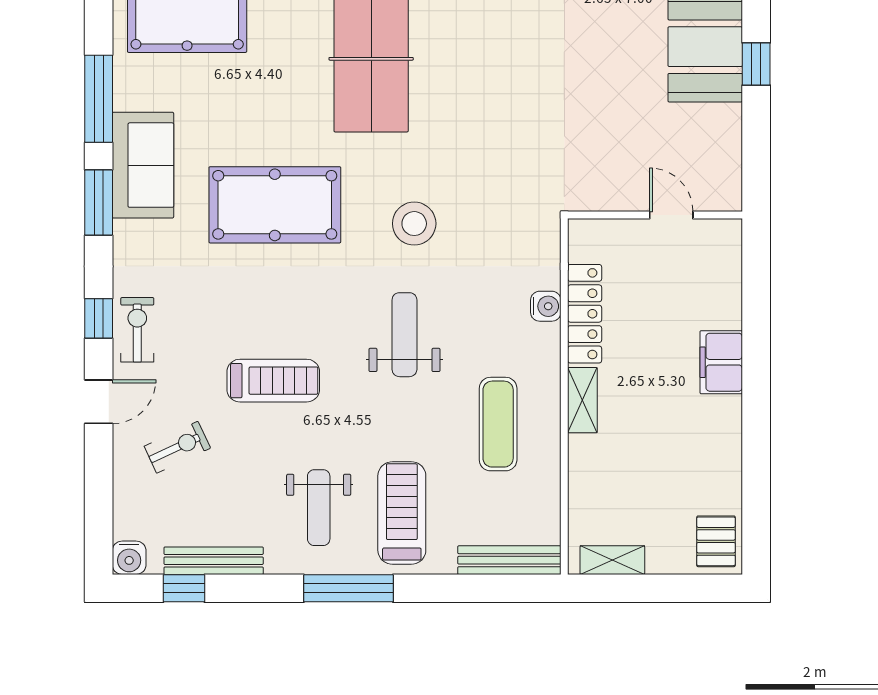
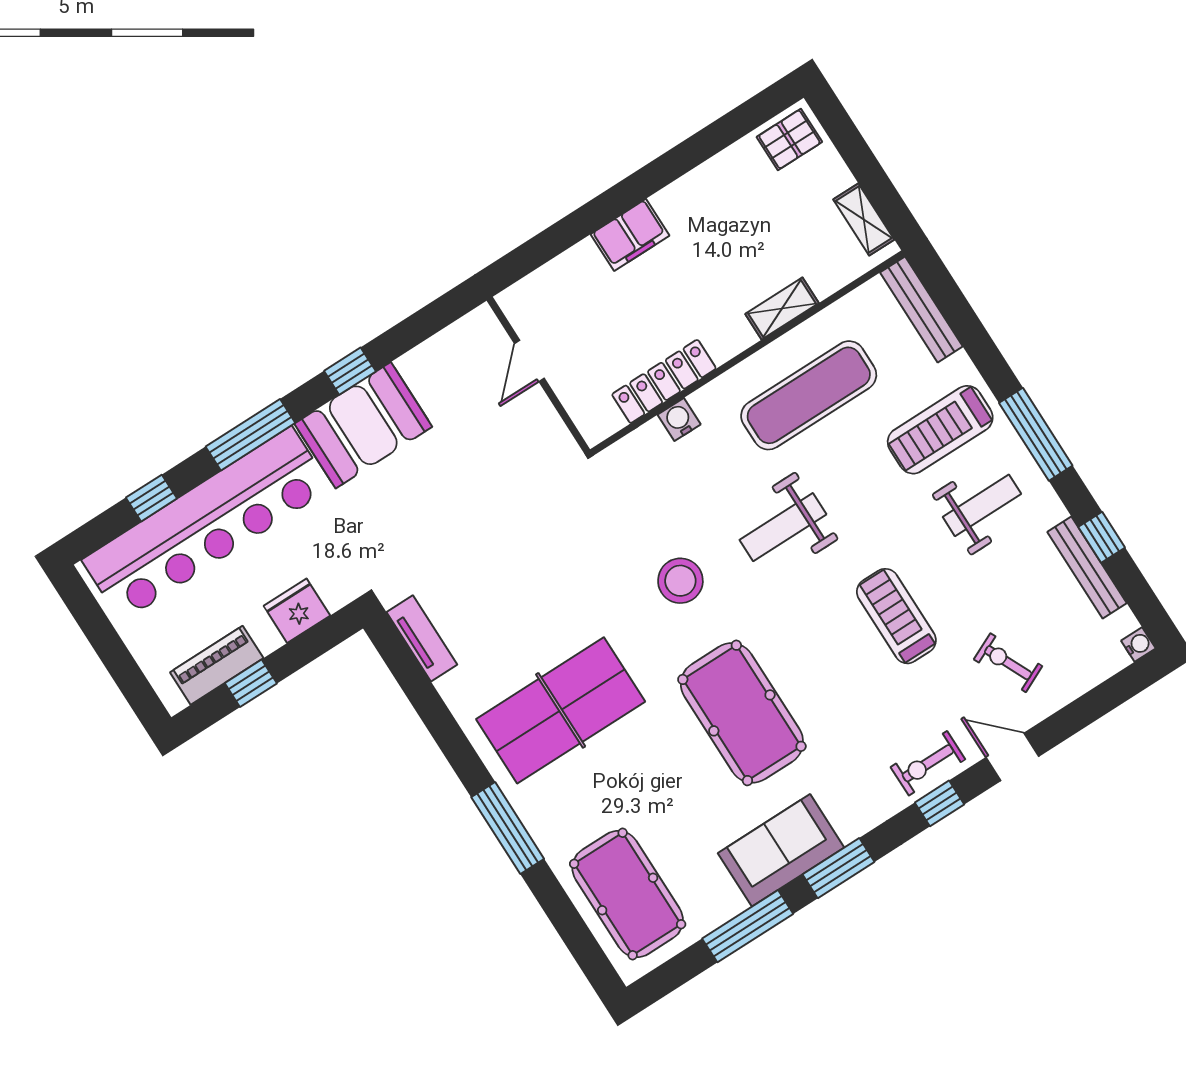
shelving: (582, 400) -> (782, 309), moved
exercise mat: (498, 424) -> (809, 395), width x1.36, depth x1.45
water cooler: (129, 558) -> (1138, 644), width x0.72, depth x0.72
window: (184, 588) -> (1102, 537), moved

